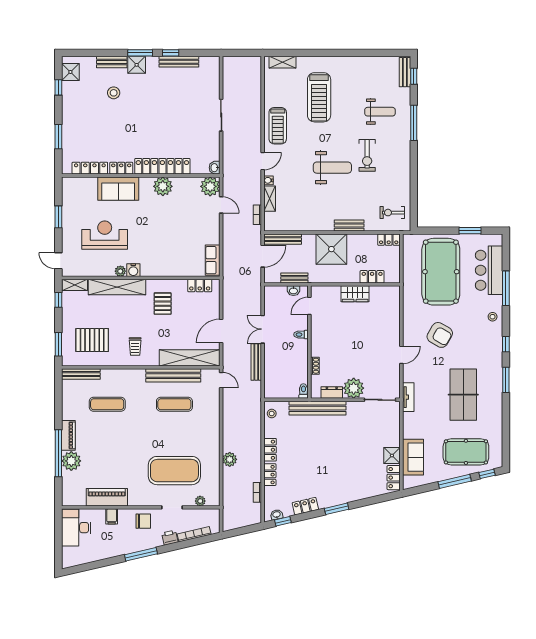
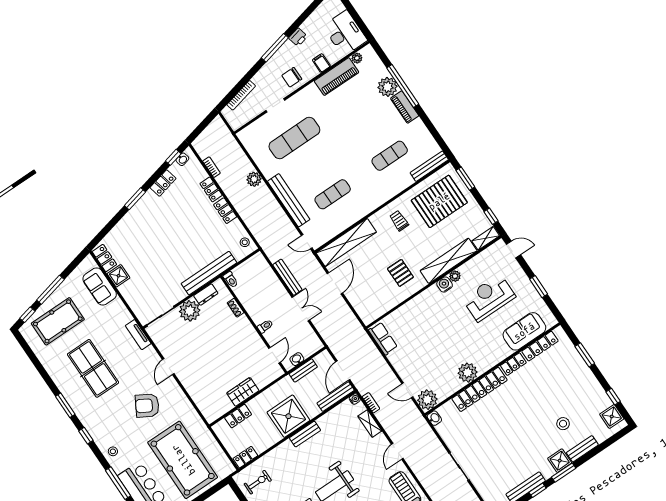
water cooler: (268, 180) -> (355, 399), moved
sofa: (118, 189) -> (524, 331), moved
bench: (349, 226) -> (305, 434), moved
reception desk: (105, 235) -> (489, 298), turned 180
locker: (200, 286) -> (379, 310), removed
pallet: (92, 340) -> (439, 201), width x1.37, depth x1.41
bench: (173, 375) -> (289, 200), moved, turned 90
exercise mat: (174, 471) -> (294, 138), width x0.68
plant: (200, 501) -> (357, 58), moved
printer: (170, 538) -> (298, 37), moved

